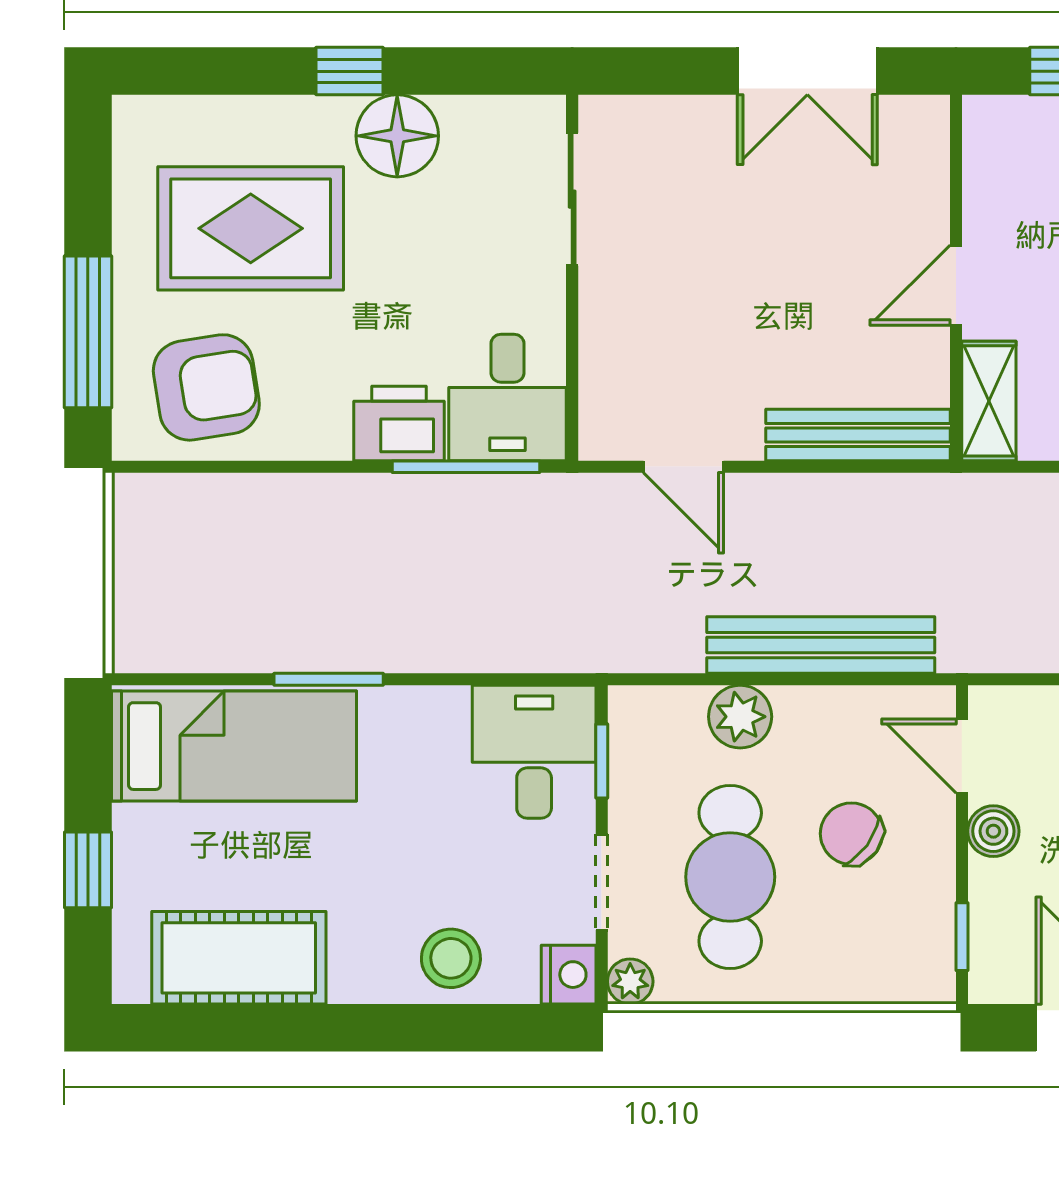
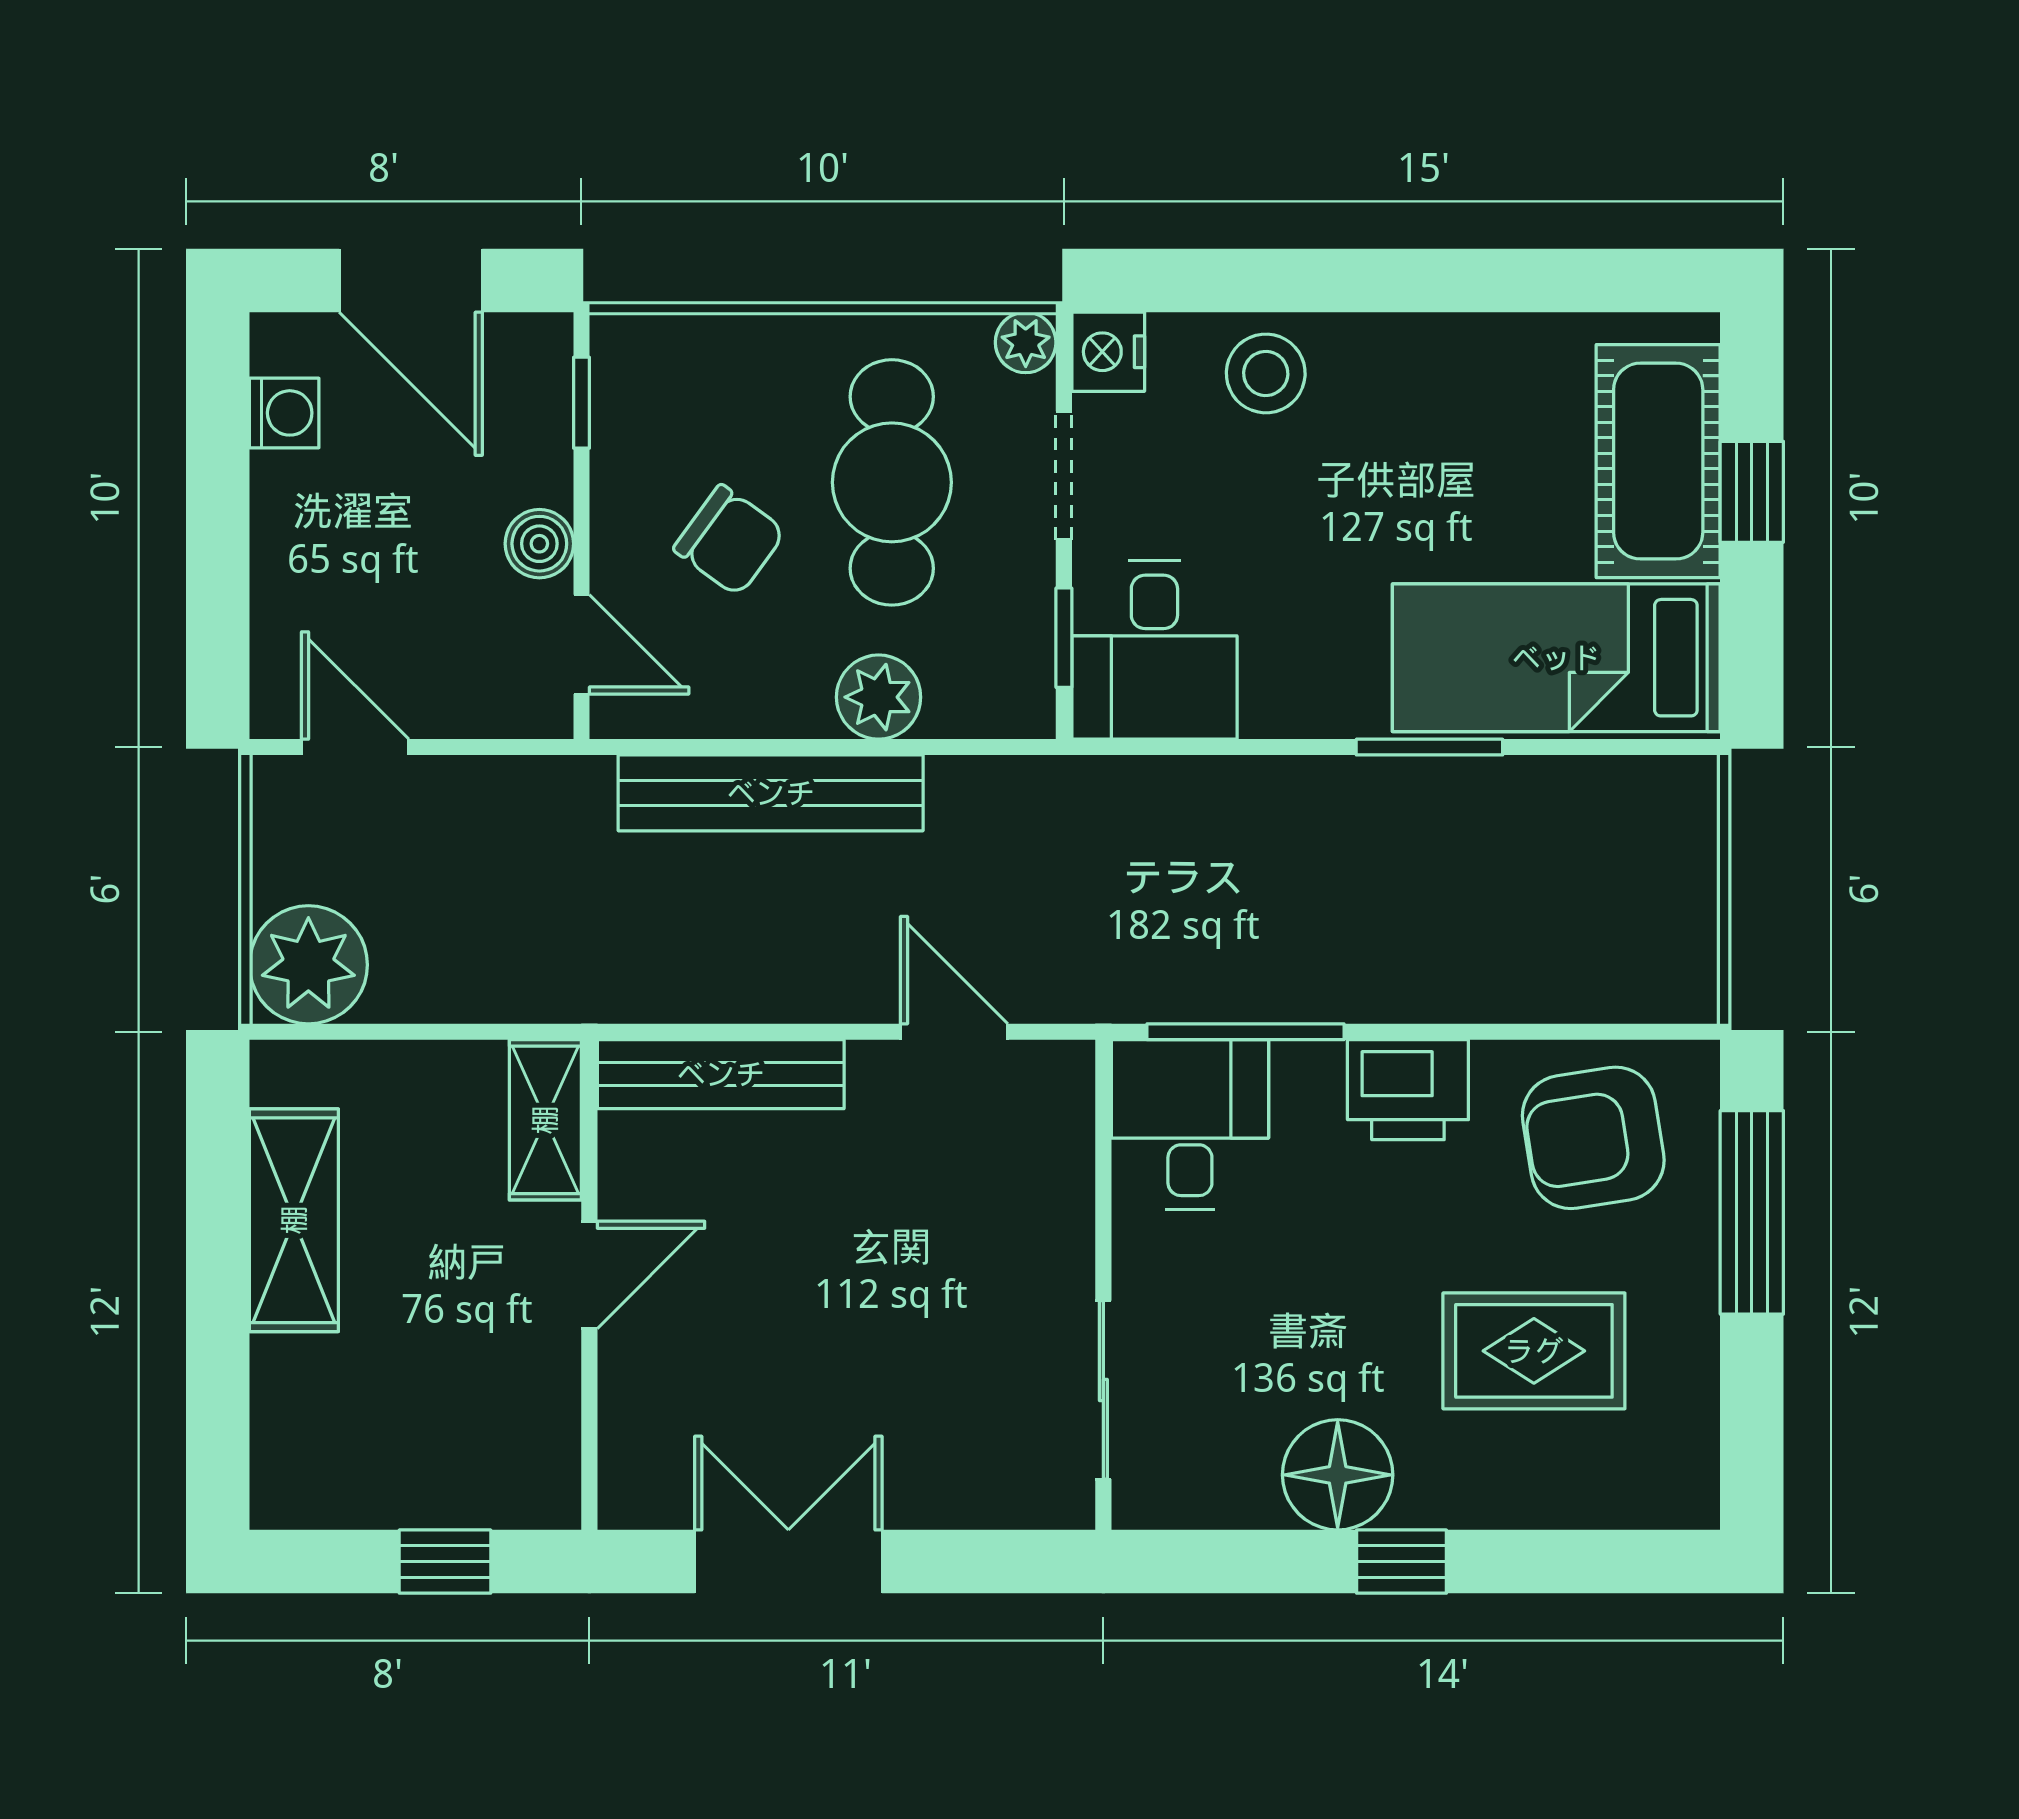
rug: (251, 228) -> (1534, 1351), width x0.73, depth x0.70
printer: (399, 423) -> (1408, 1090), moved
cot: (239, 958) -> (1658, 461), moved, turned 90

